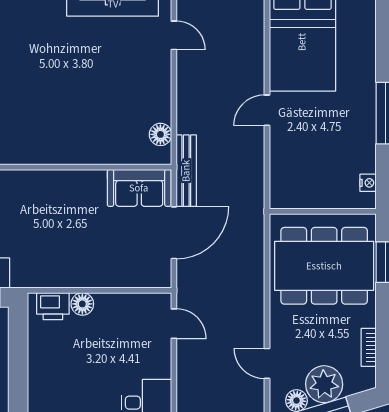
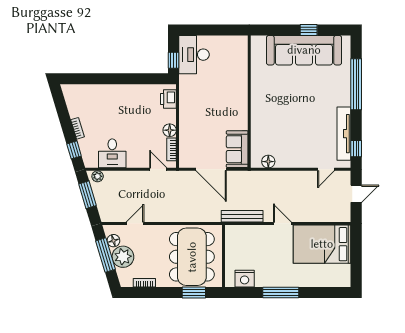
bench: (186, 171) -> (242, 216), moved
nightstand: (368, 183) -> (245, 279), width x1.89, depth x1.79
bookcase: (140, 301) -> (172, 149), added
floor lamp: (82, 304) -> (170, 130), moved
door: (174, 324) -> (158, 169), swing flipped

